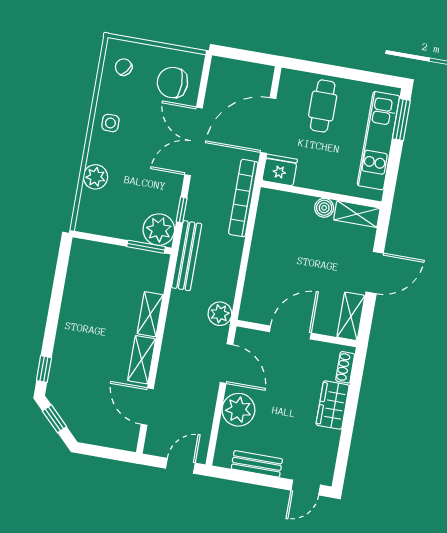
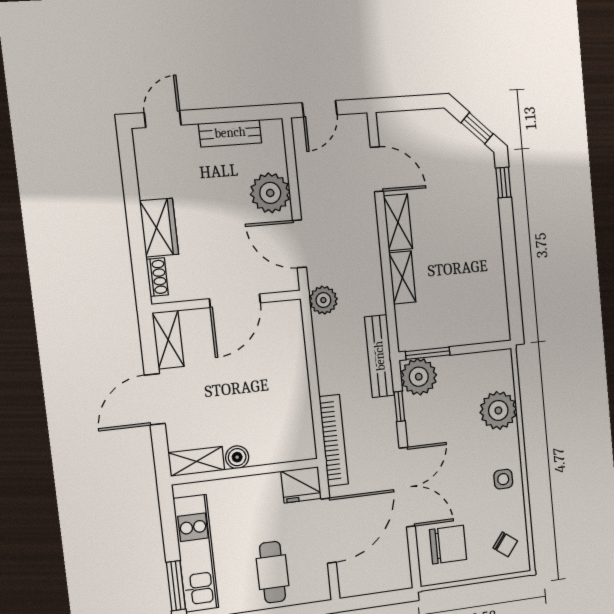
plant: (95, 177) -> (498, 410), width x1.36, depth x1.36

